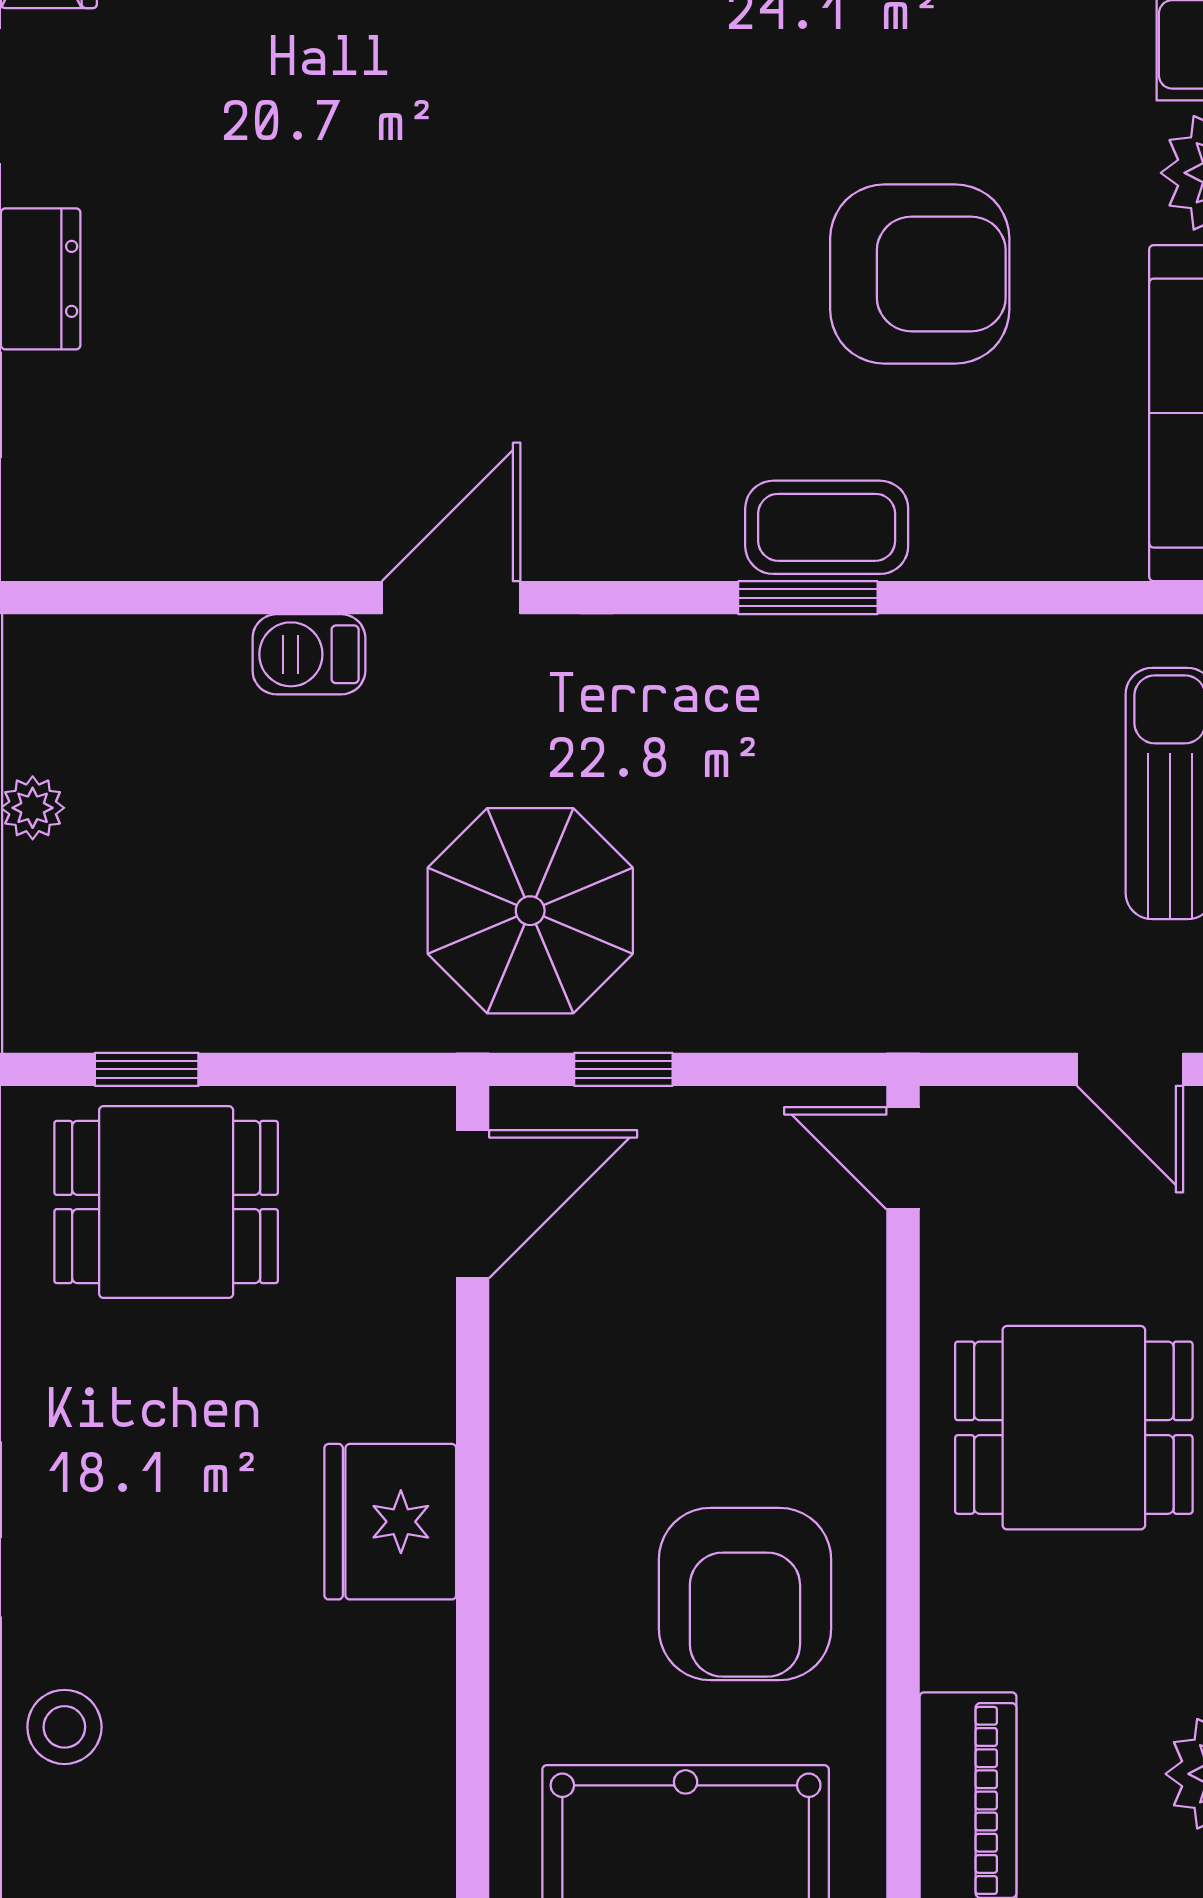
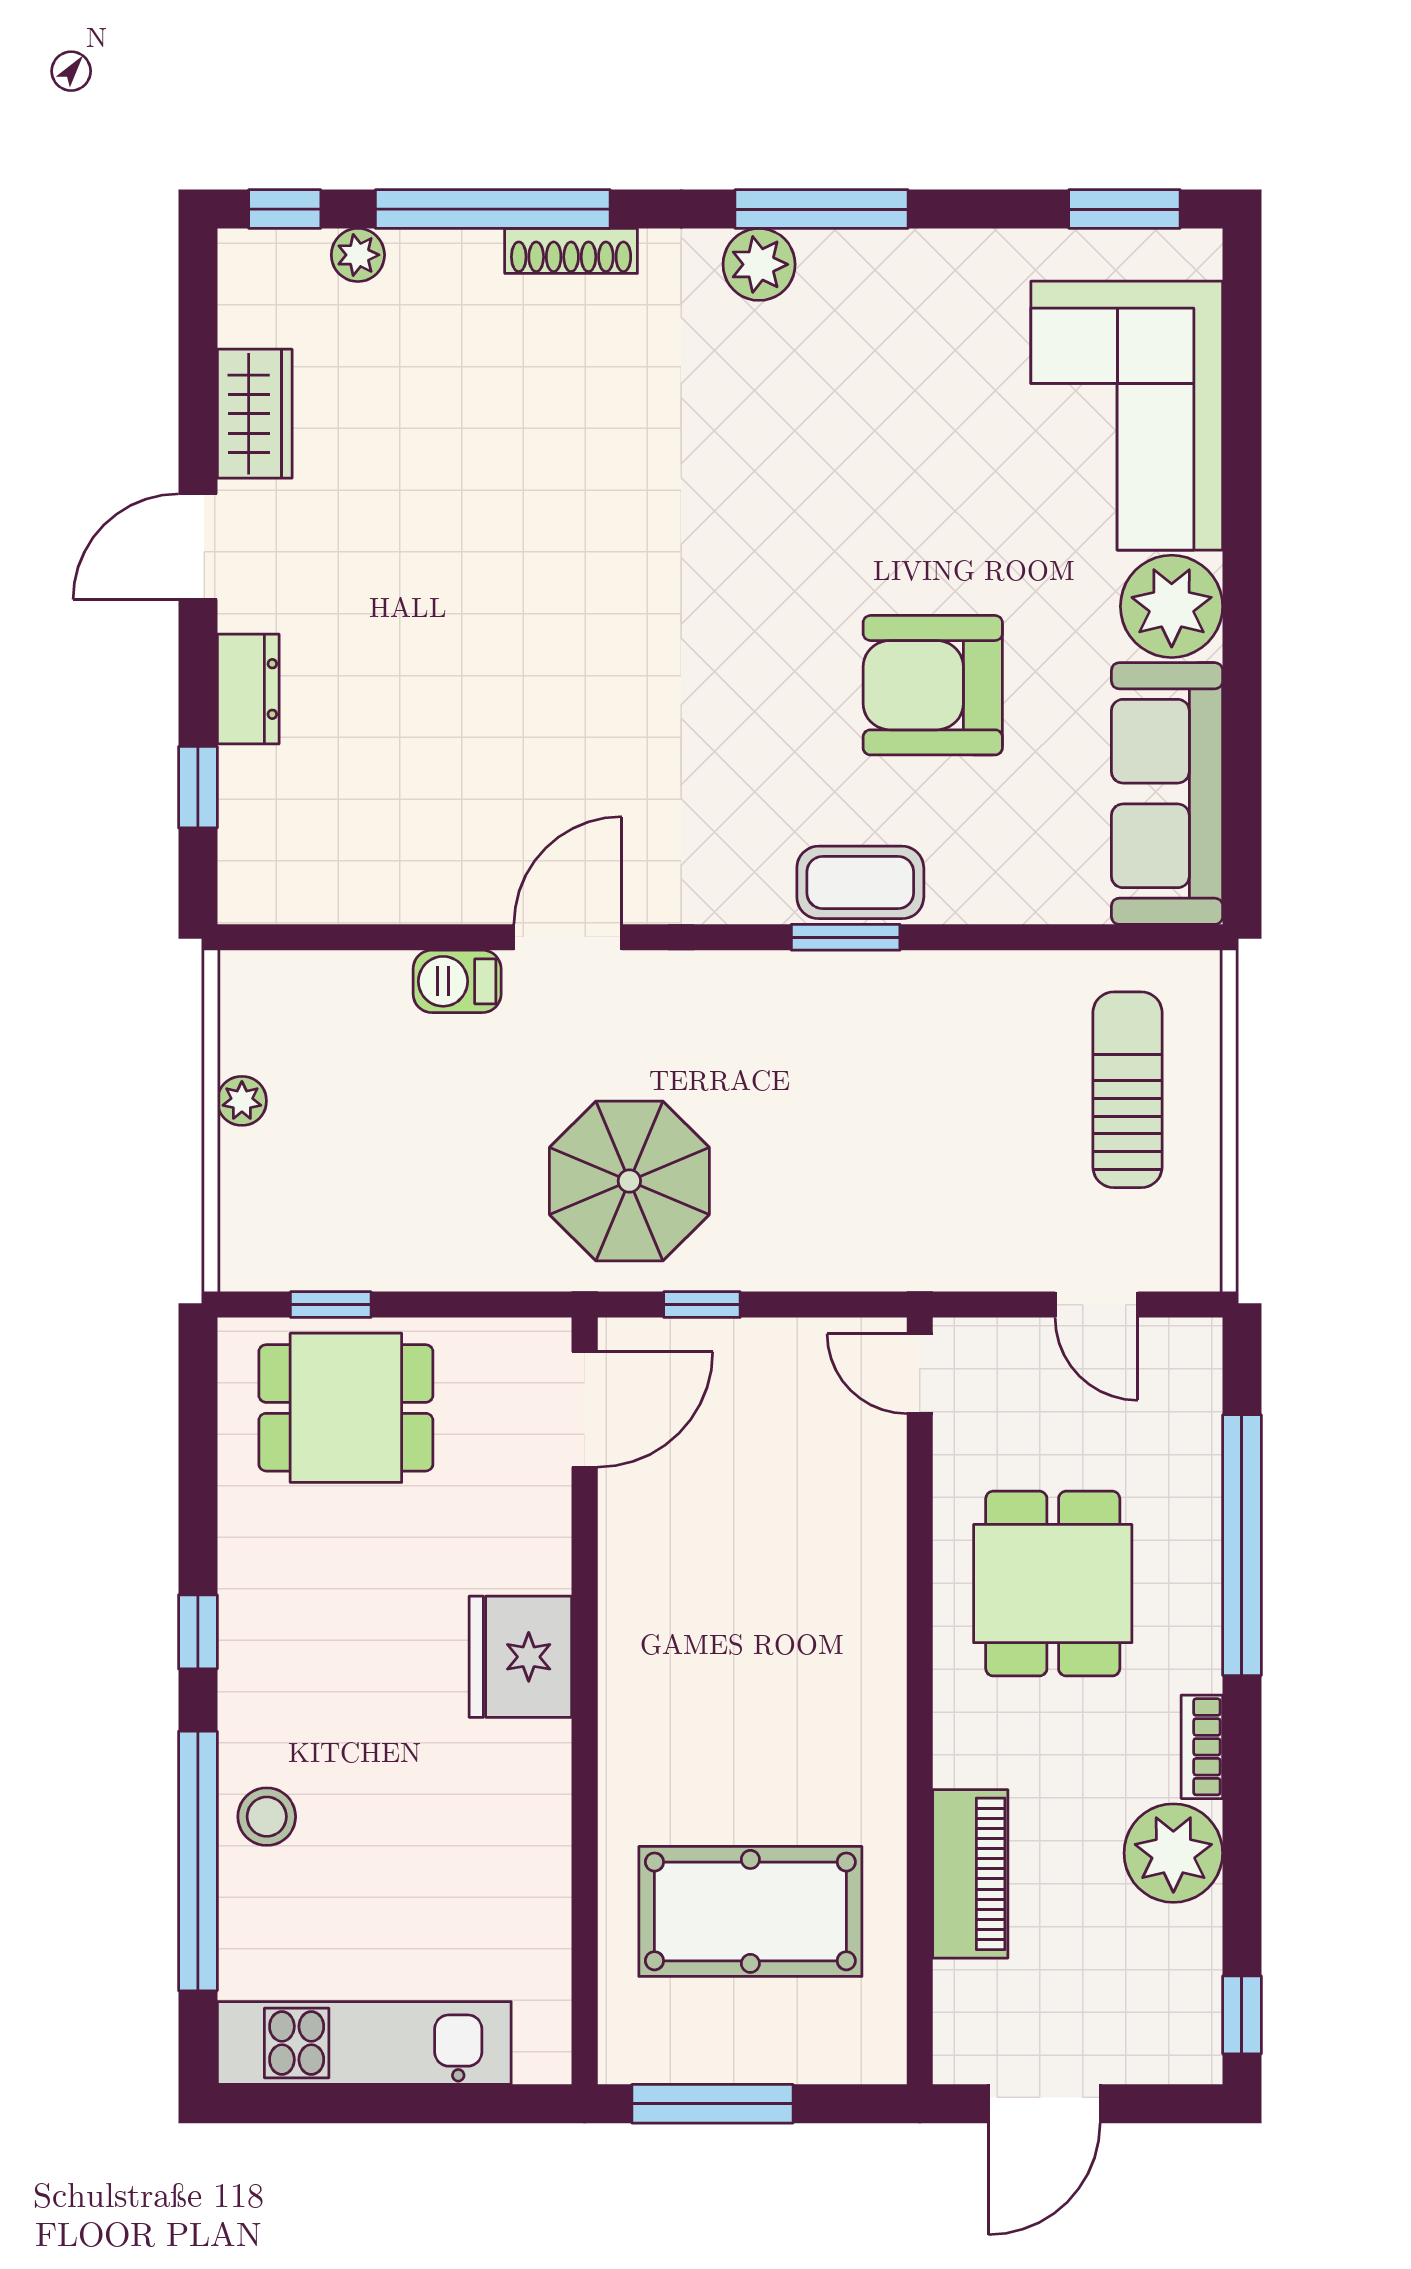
armchair: (920, 274) -> (933, 685), turned 180
dining table: (1074, 1428) -> (1053, 1584), turned 90
armchair: (745, 1594) -> (797, 1713), removed

